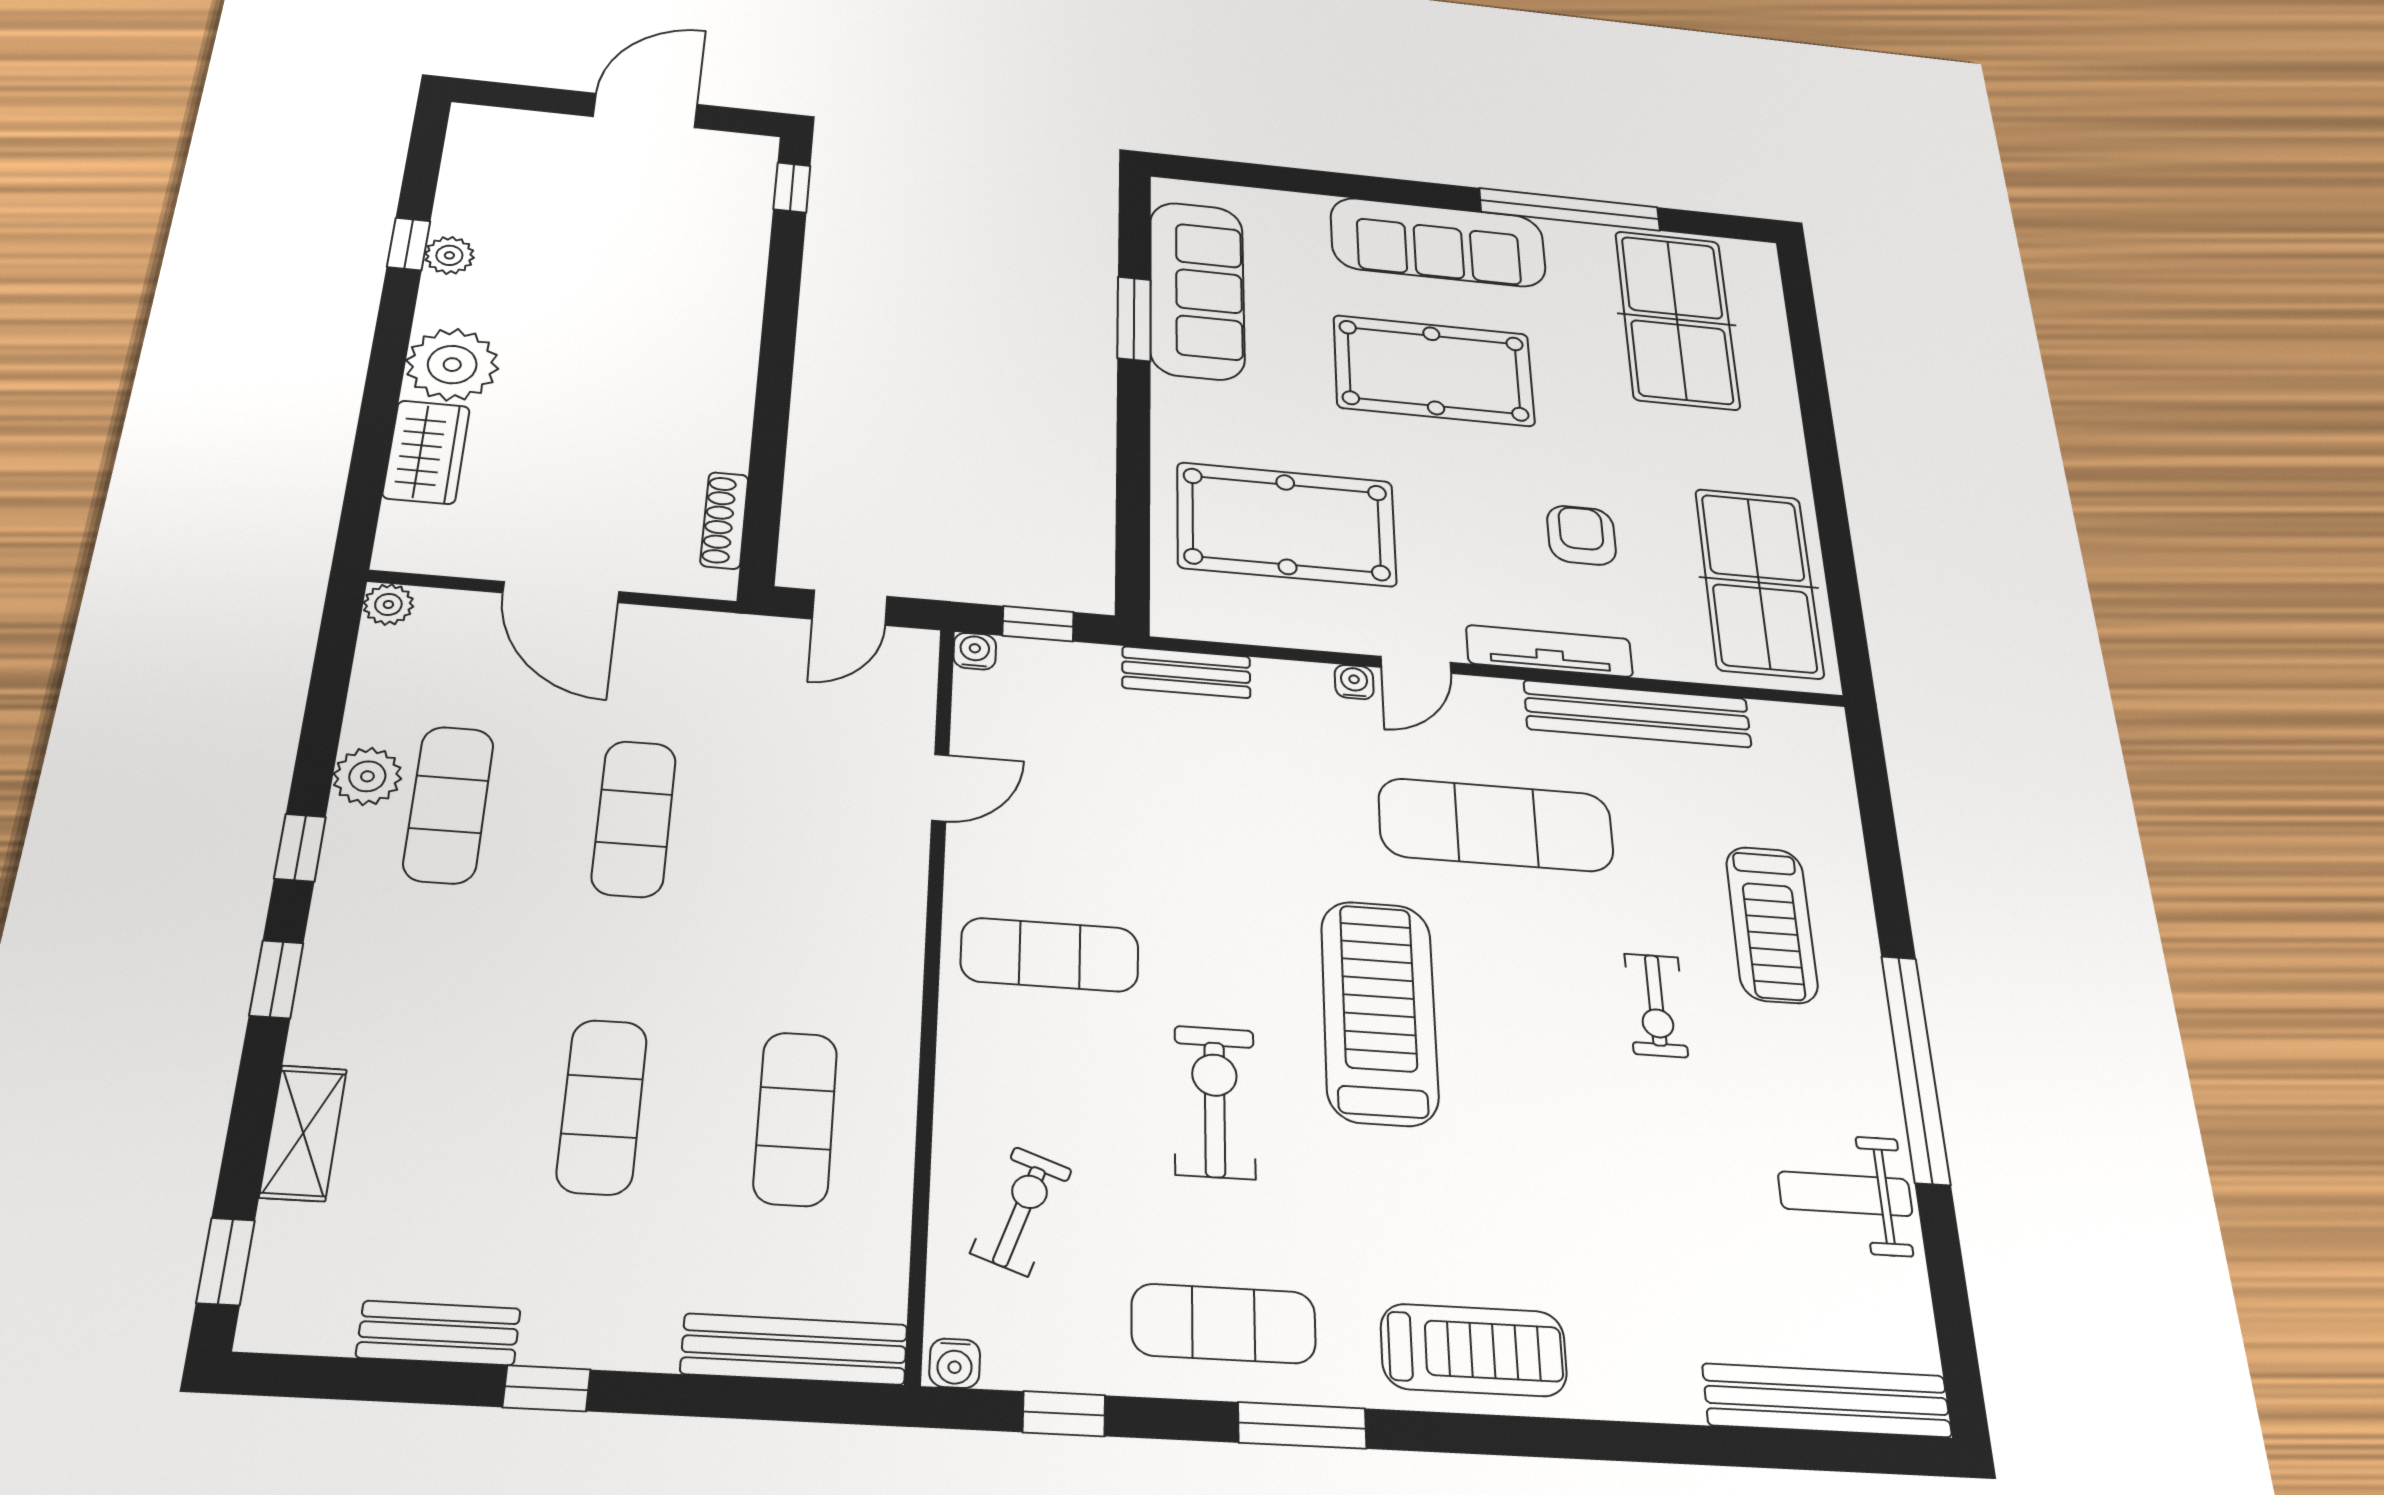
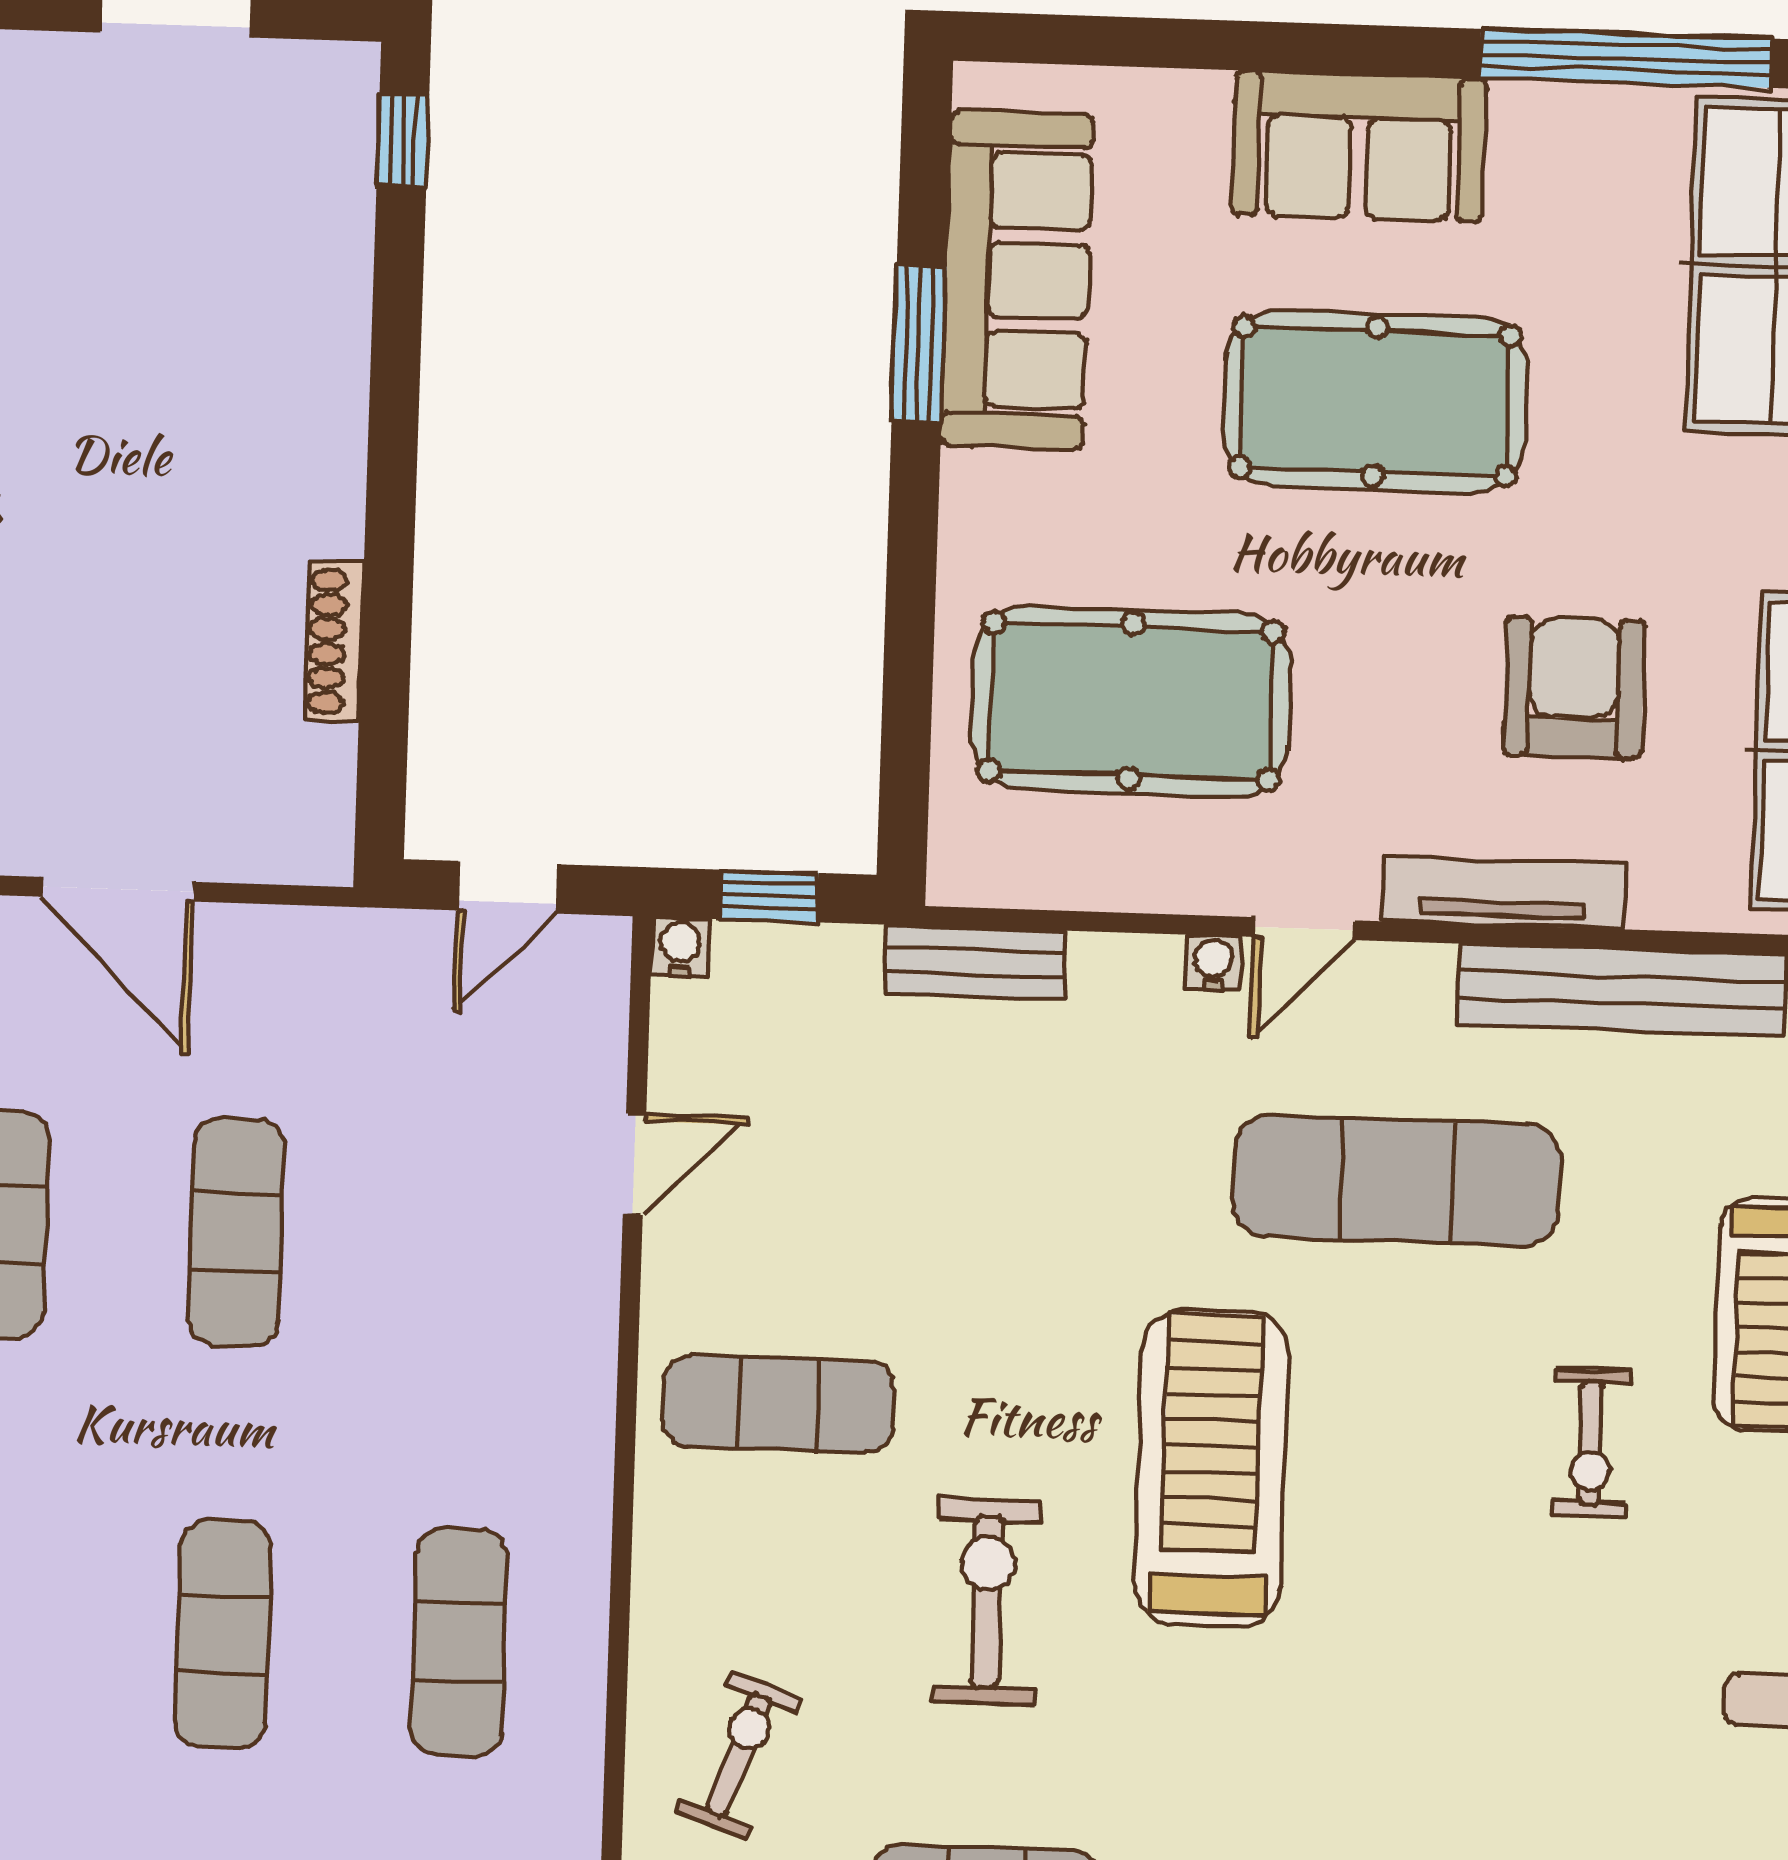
sofa: (1438, 242) -> (1359, 146), width x0.73
shoe rack: (724, 520) -> (334, 642), moved
armchair: (1581, 535) -> (1574, 687), width x1.38, depth x1.38

